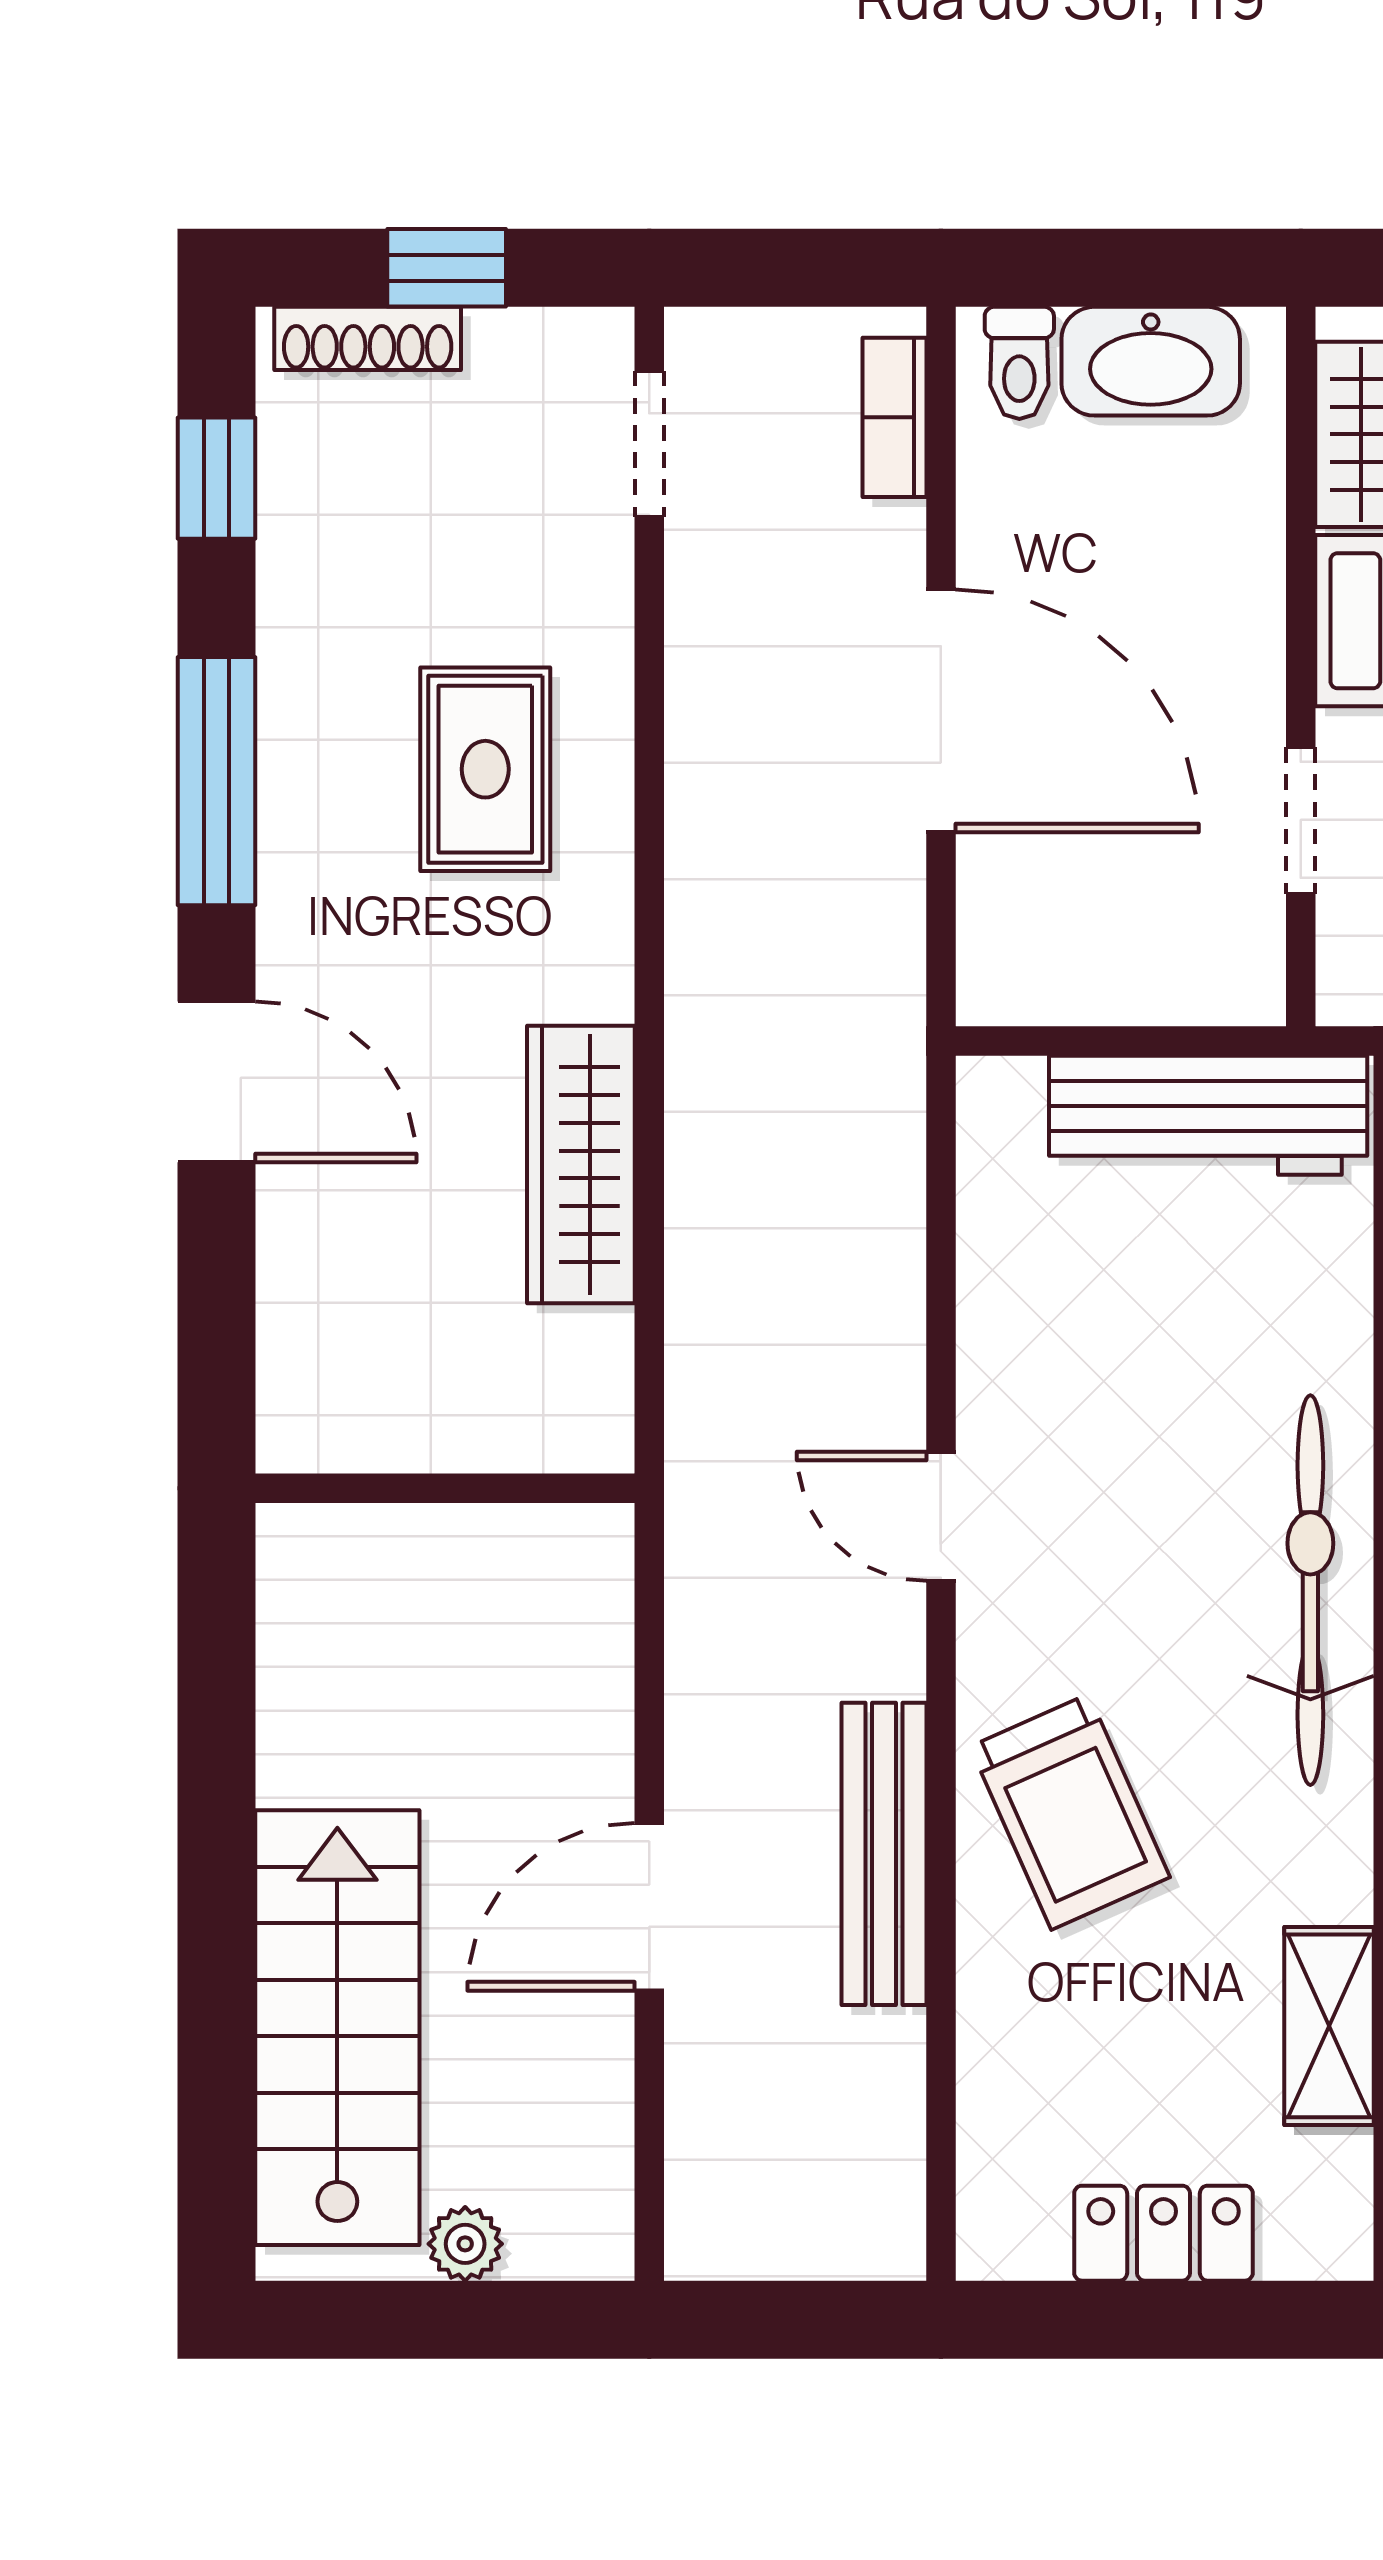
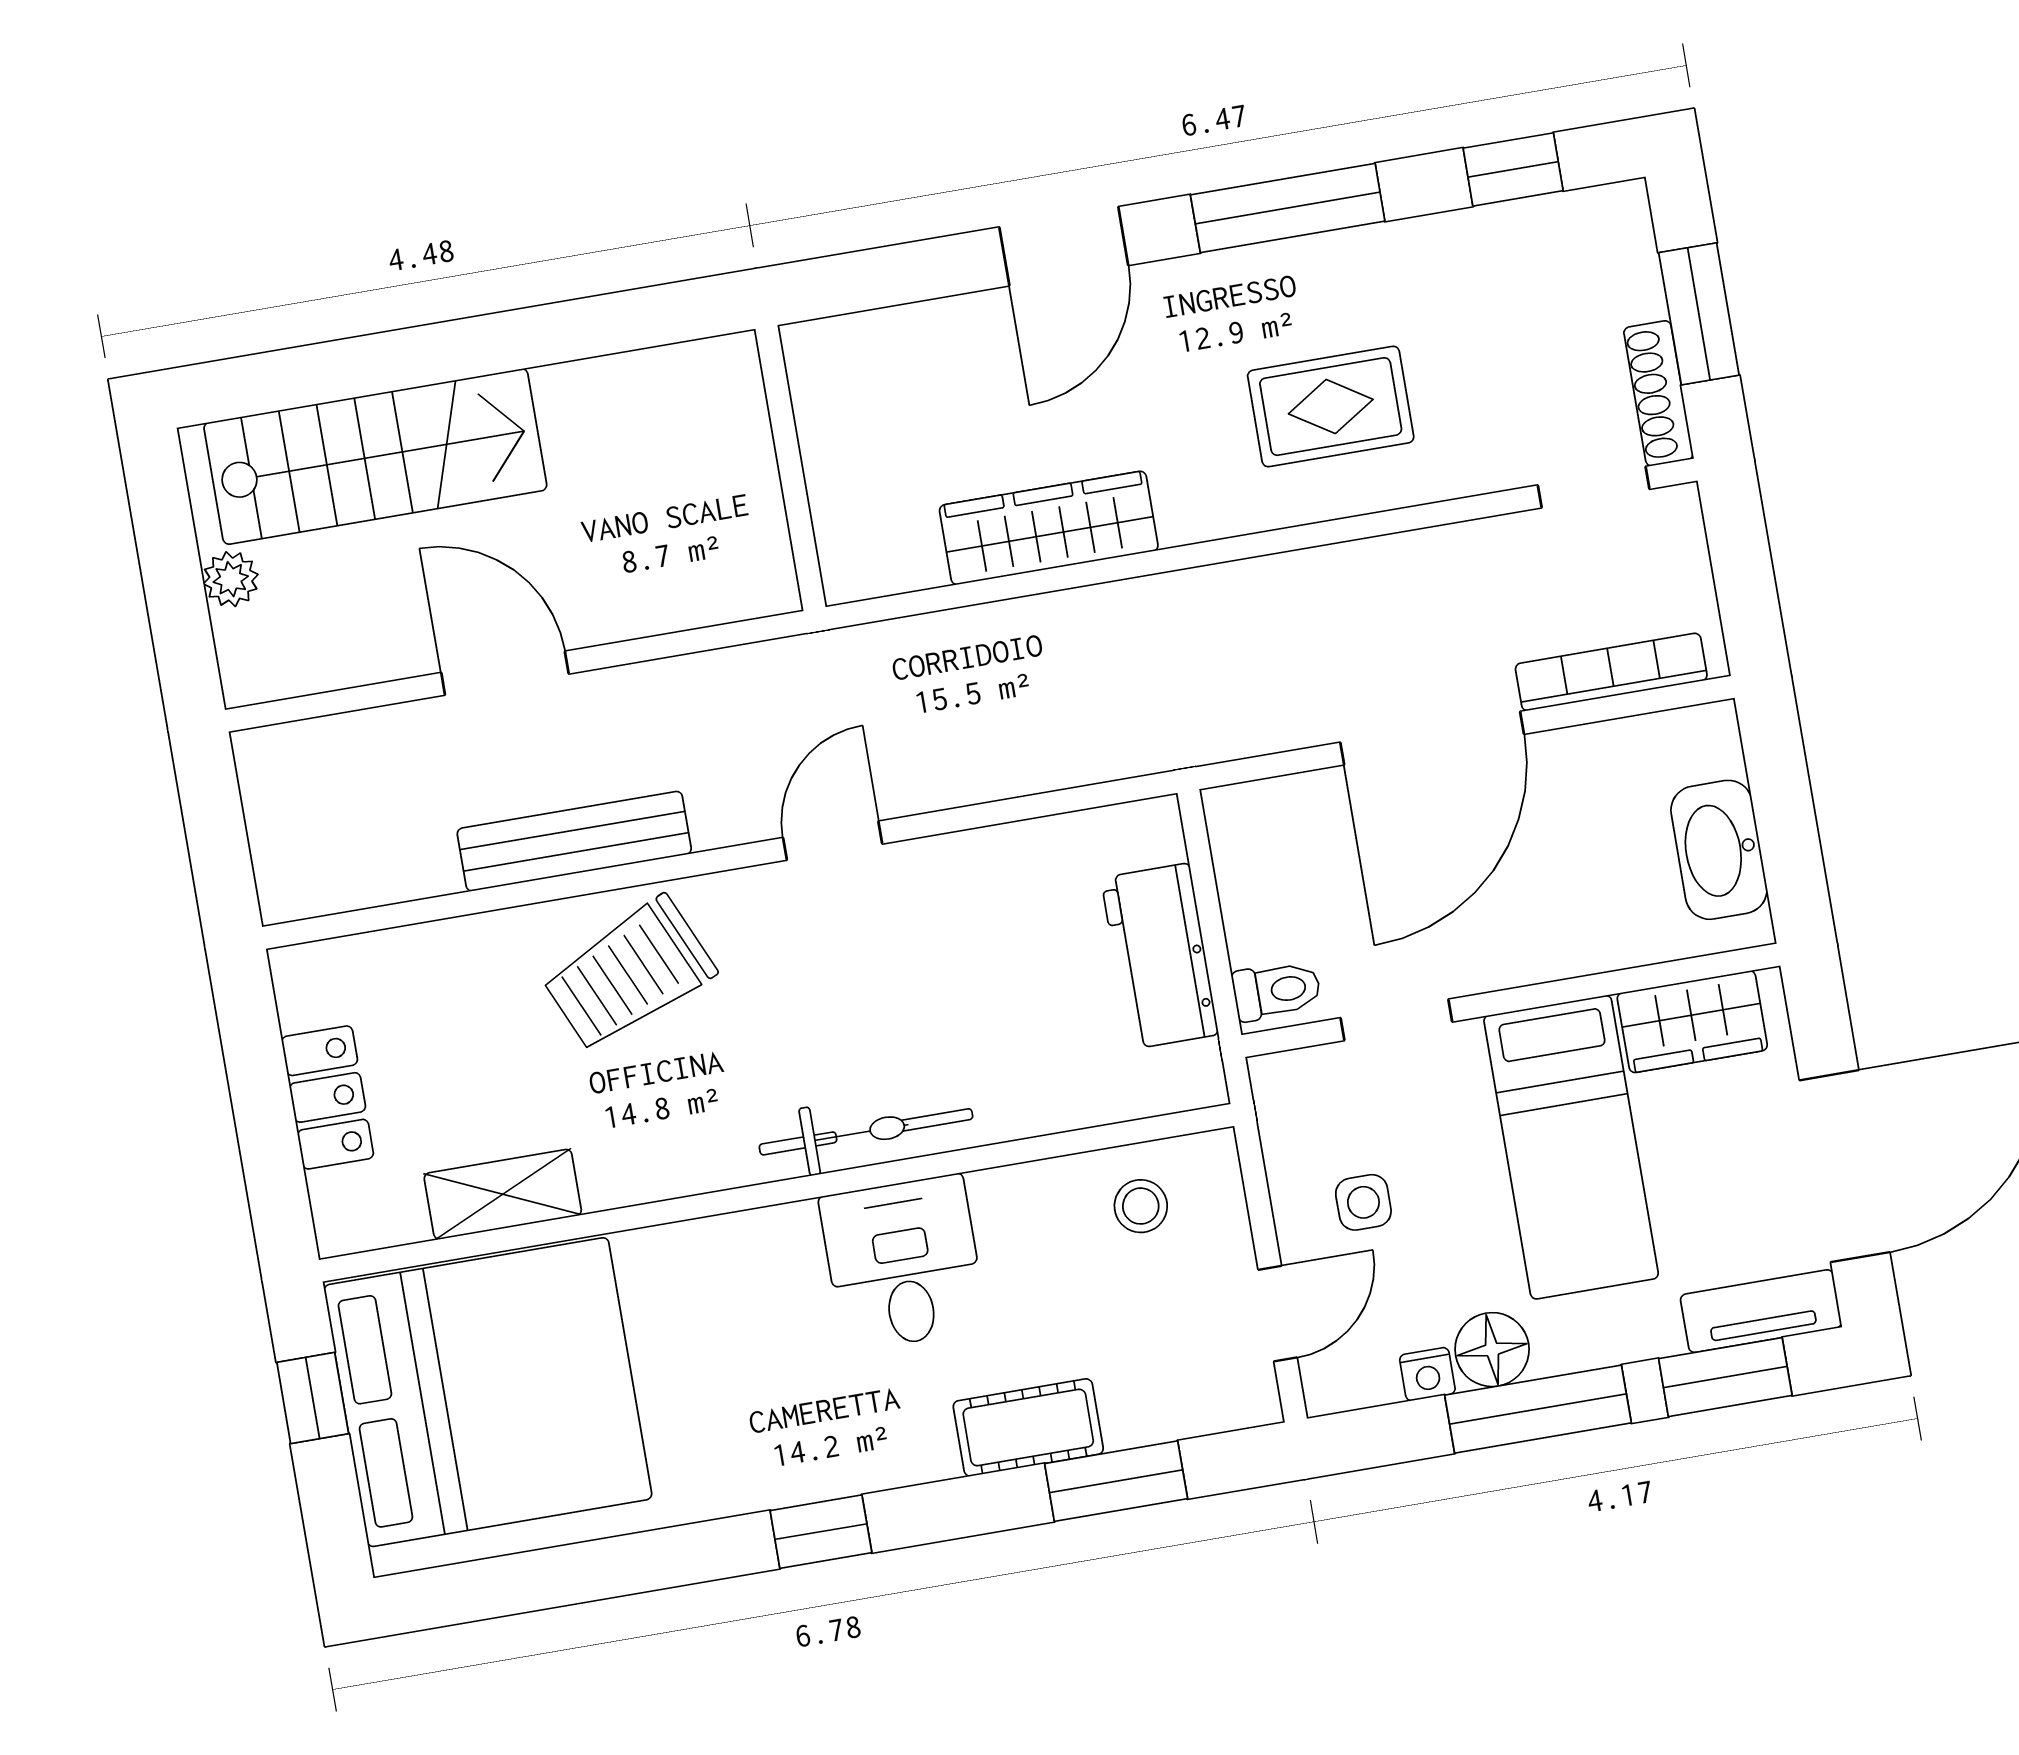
window: (447, 268) -> (1699, 314), width x1.50
shoe rack: (368, 338) -> (1658, 393), moved
toilet: (1019, 363) -> (1277, 991), moved, turned 180
bookcase: (894, 417) -> (1611, 672), width x1.56
workbench: (1208, 1115) -> (1160, 956), width x0.73
bicycle: (1310, 1590) -> (866, 1132), width x0.73, depth x0.71

